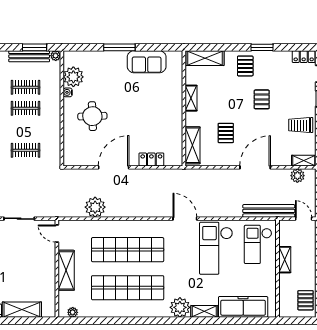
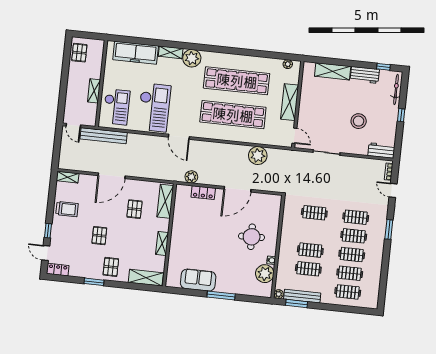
plant: (297, 176) -> (191, 177), moved

